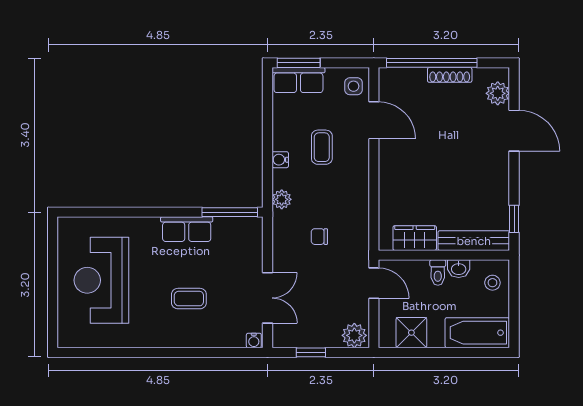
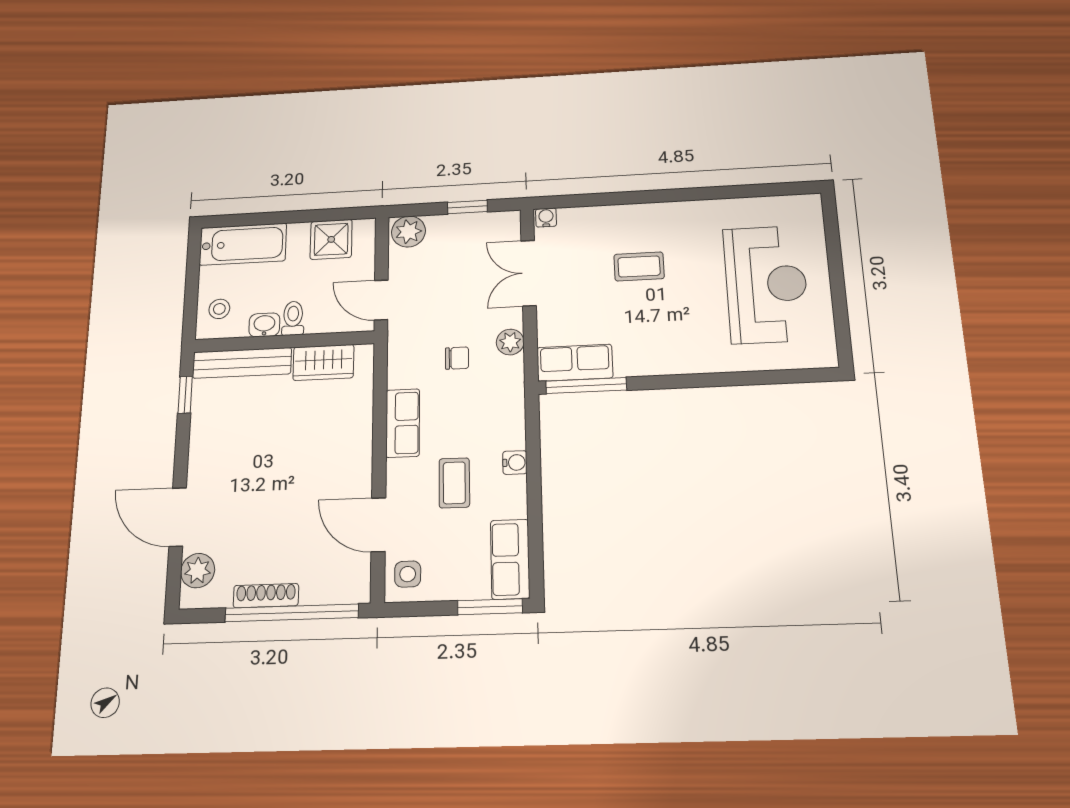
row of seats: (298, 80) -> (510, 559), moved, turned -90
row of seats: (358, 191) -> (403, 423), added
plant: (282, 199) -> (510, 342), moved
row of seats: (187, 229) -> (575, 363), moved

